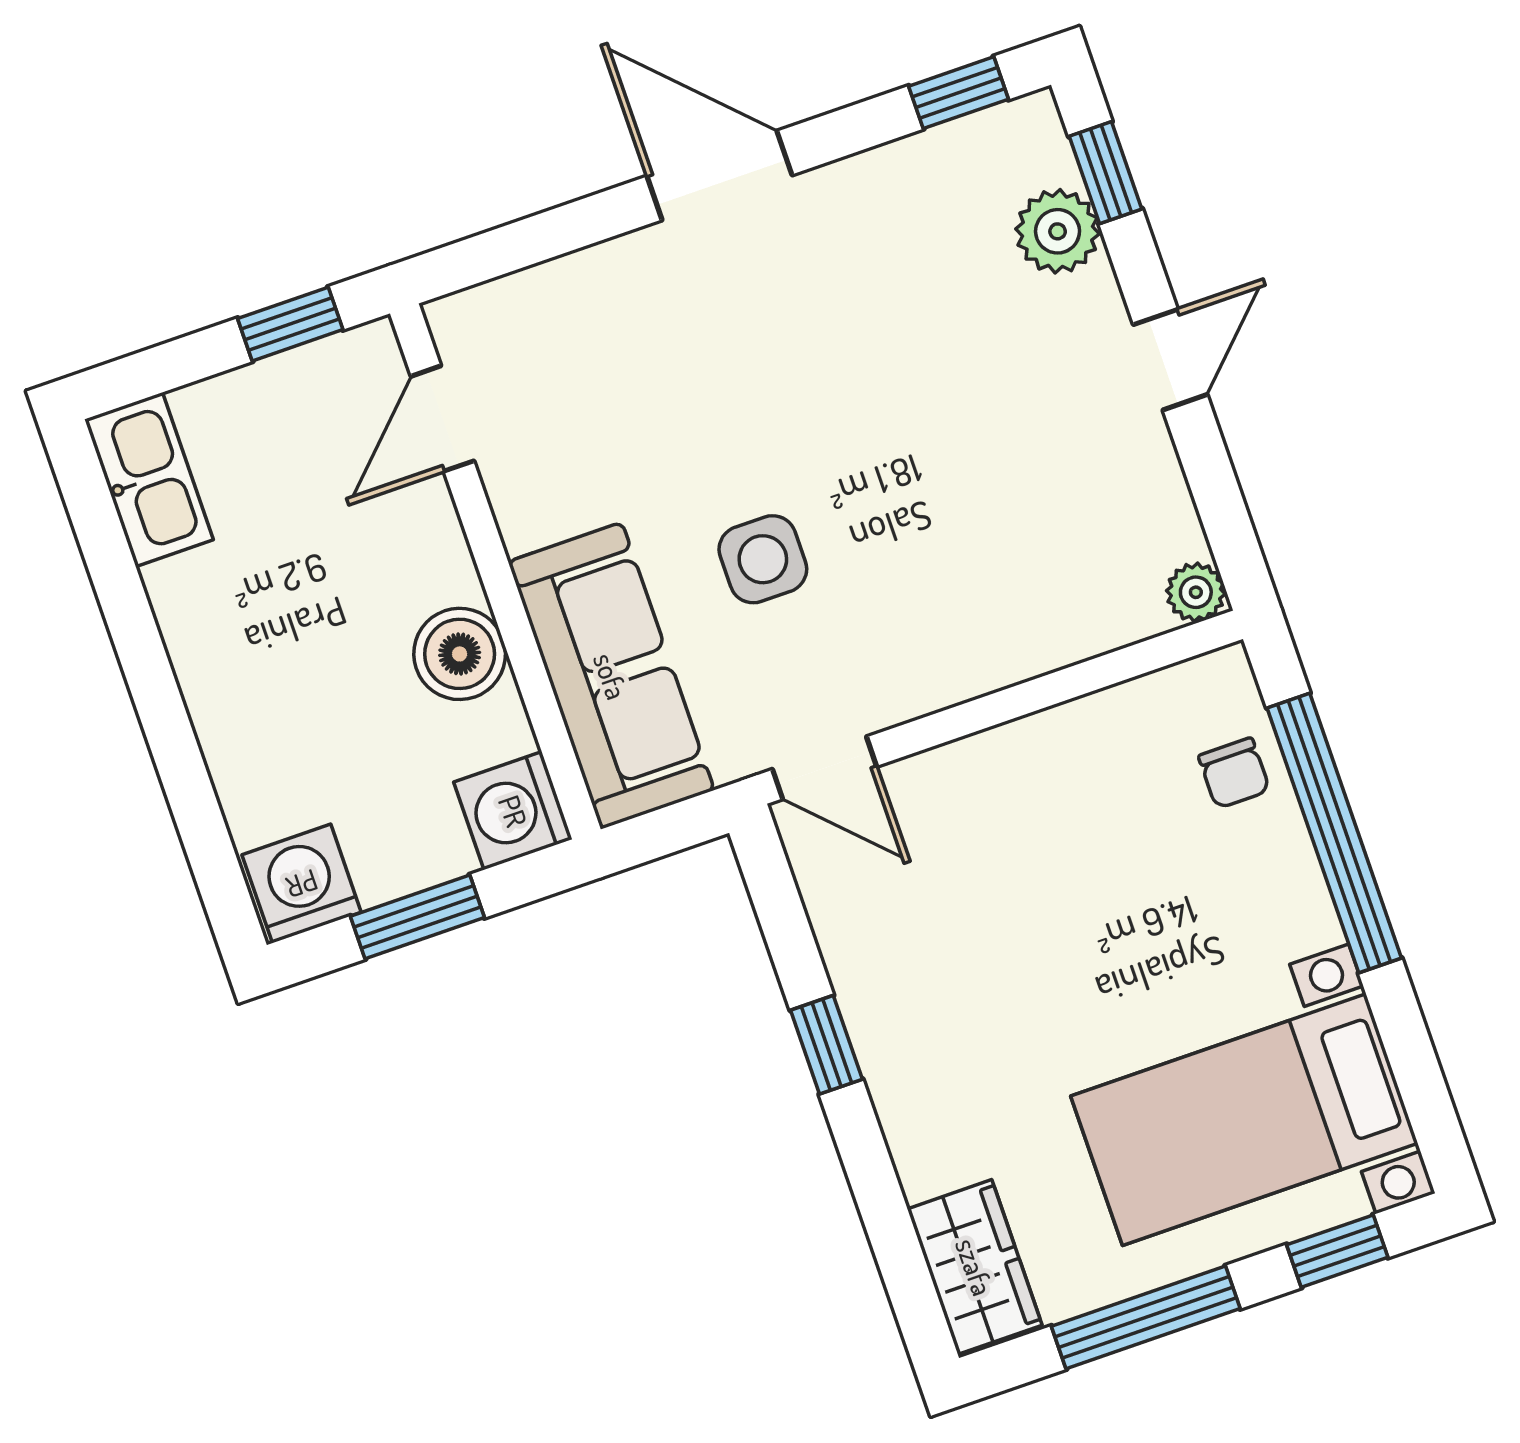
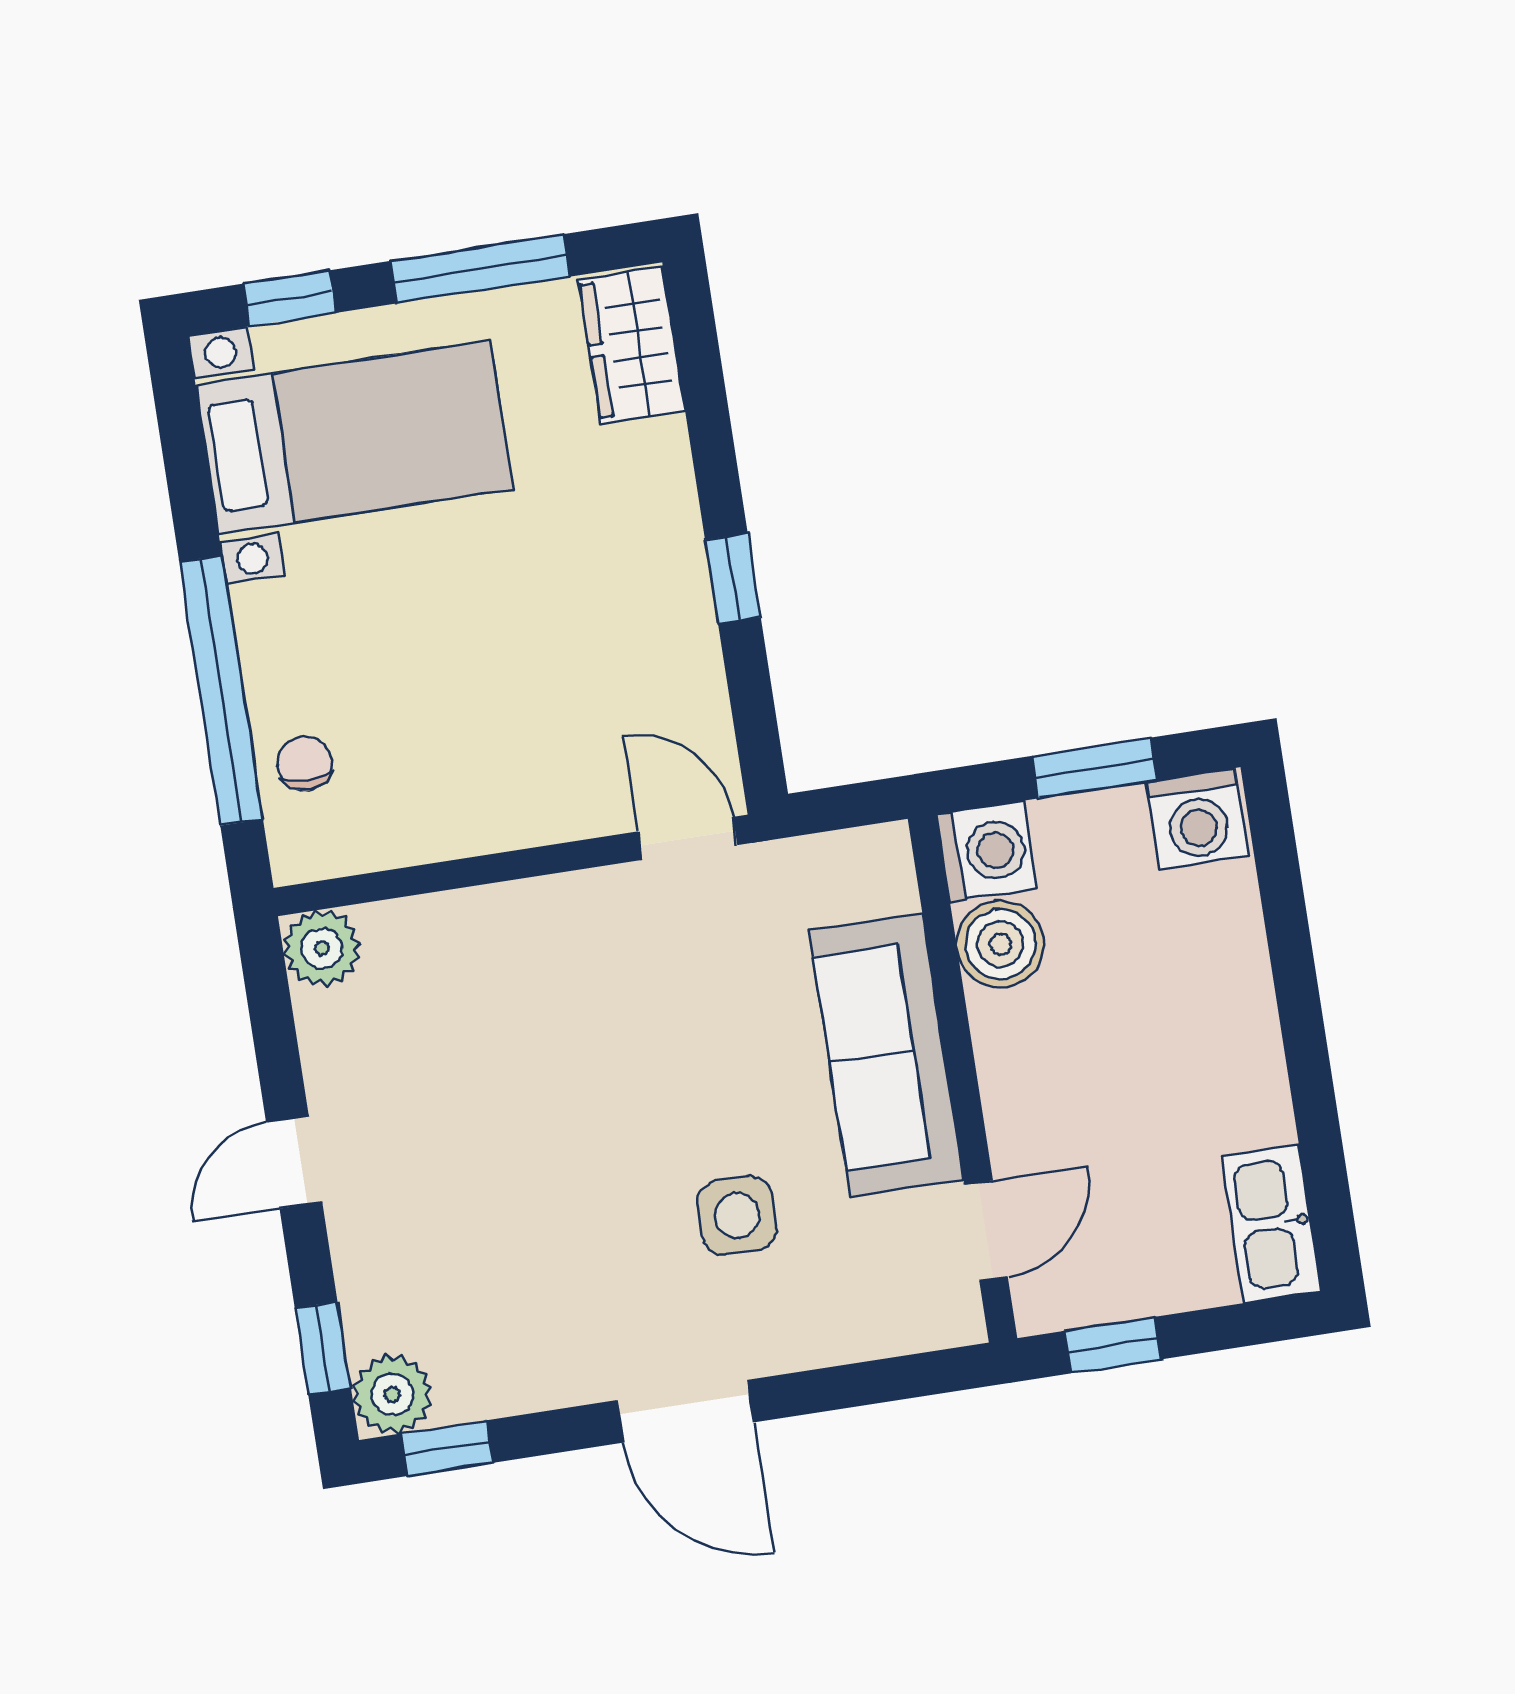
plant: (1058, 231) -> (392, 1394), moved
side table: (763, 559) -> (737, 1215), moved
plant: (1196, 592) -> (322, 948), width x1.38, depth x1.38
boiler: (460, 654) -> (1000, 944), moved
sofa: (611, 676) -> (886, 1055), moved

